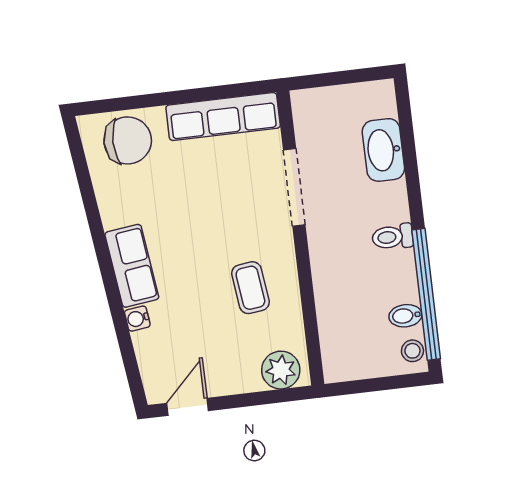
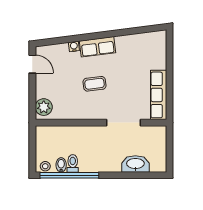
chair: (128, 140) -> (153, 52), removed
toilet: (393, 237) -> (73, 163), moved
coffee table: (250, 288) -> (95, 84), moved

